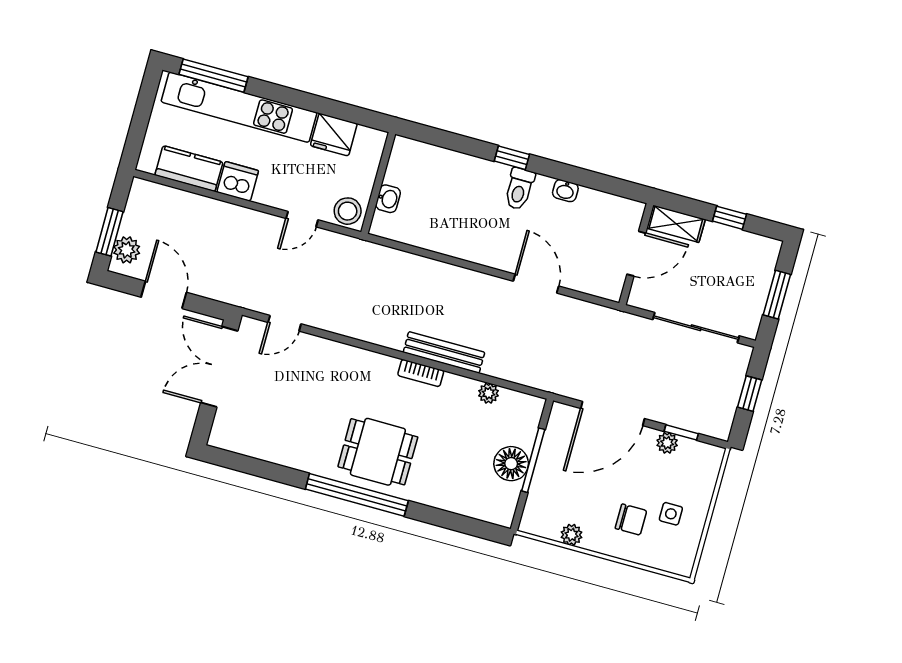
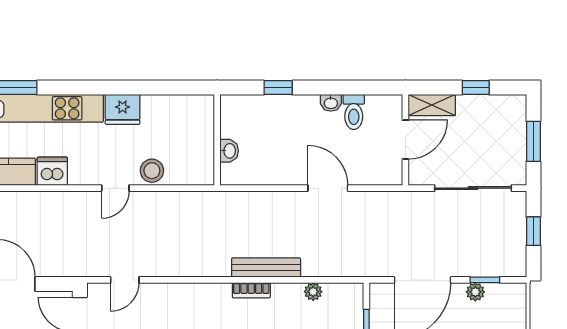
wall: (378, 183) -> (217, 140), moved
toilet: (519, 189) -> (354, 112), moved
washbasin: (388, 199) -> (229, 151), moved

